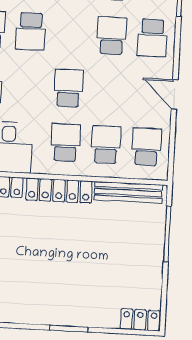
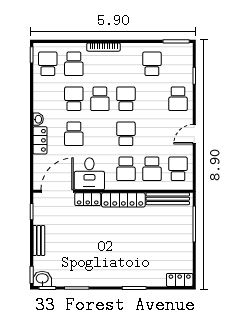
school desk: (112, 36) -> (126, 99), moved
door: (175, 94) -> (194, 134), hinge flipped
school desk: (66, 142) -> (126, 169), turned 180
school desk: (106, 145) -> (152, 169), turned 180

